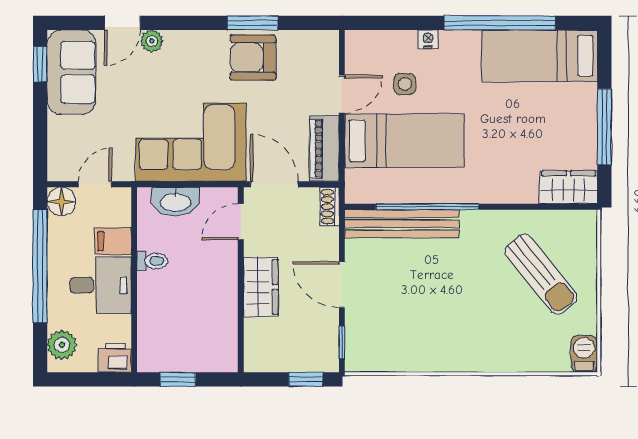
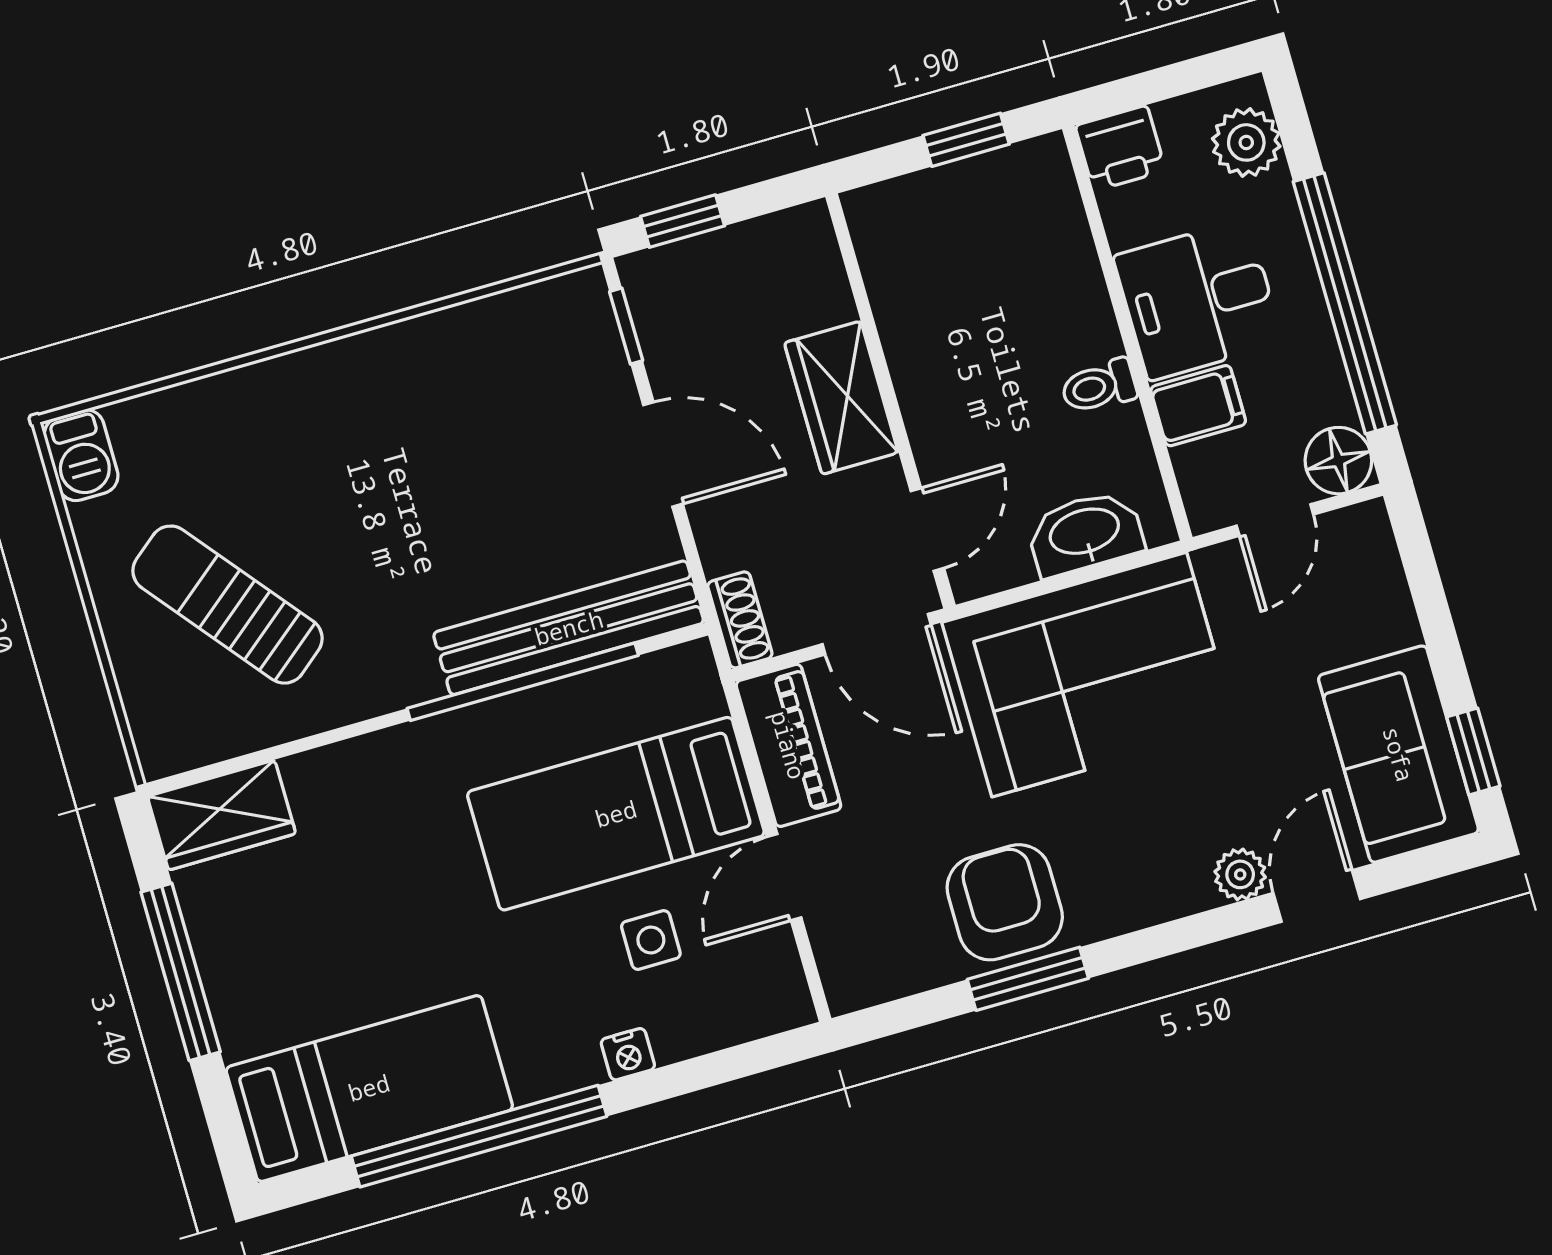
armchair: (253, 57) -> (1005, 902), turned -90

